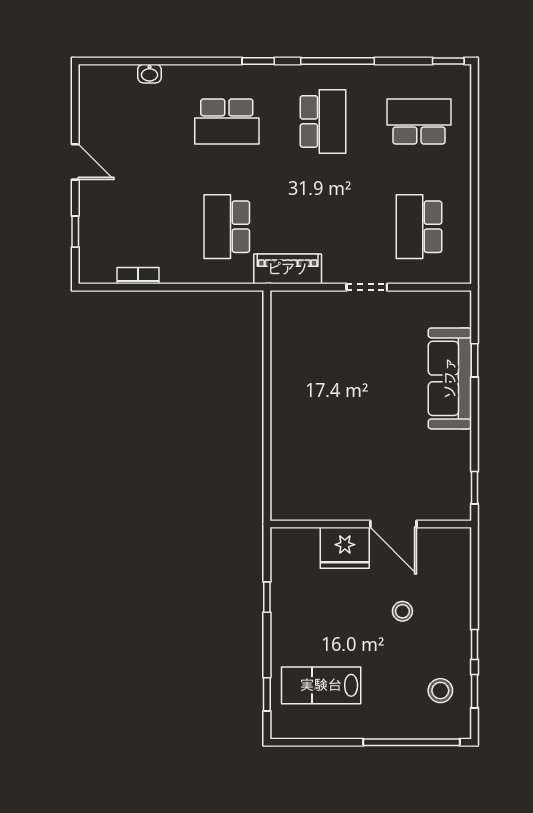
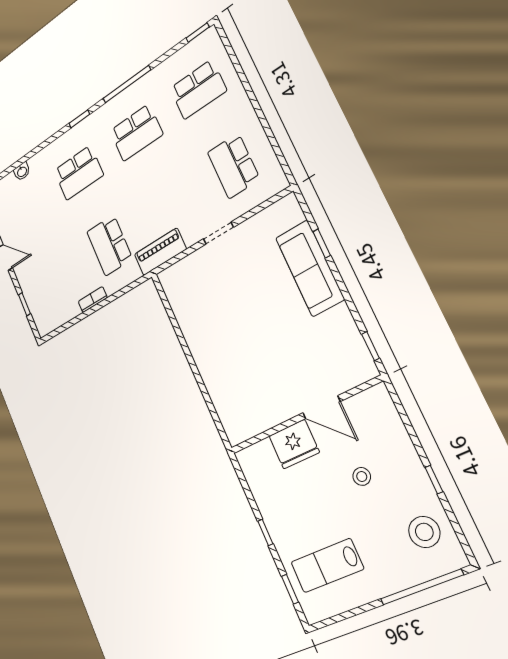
school desk: (323, 121) -> (136, 132), turned 90
school desk: (419, 121) -> (198, 89), turned 180
bookcase: (138, 276) -> (93, 300), moved
window: (267, 597) -> (265, 532), moved
stool: (440, 691) -> (424, 532), width x1.38, depth x1.38
window: (474, 691) -> (454, 521), removed

